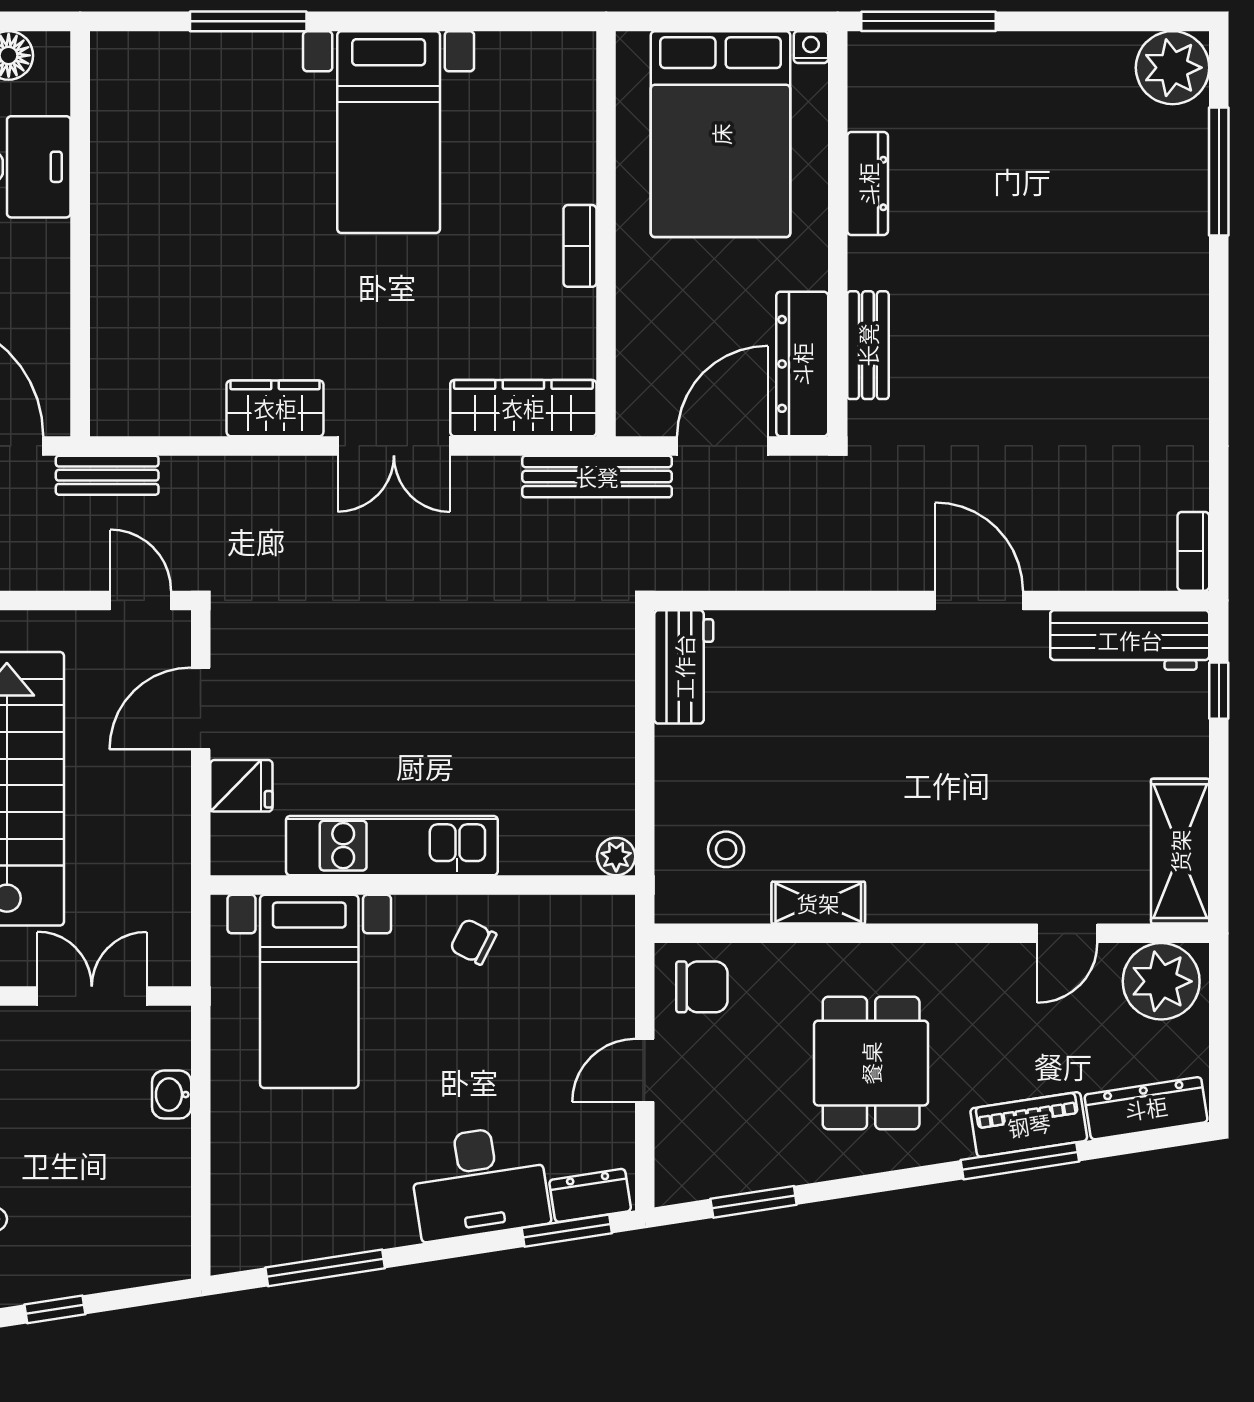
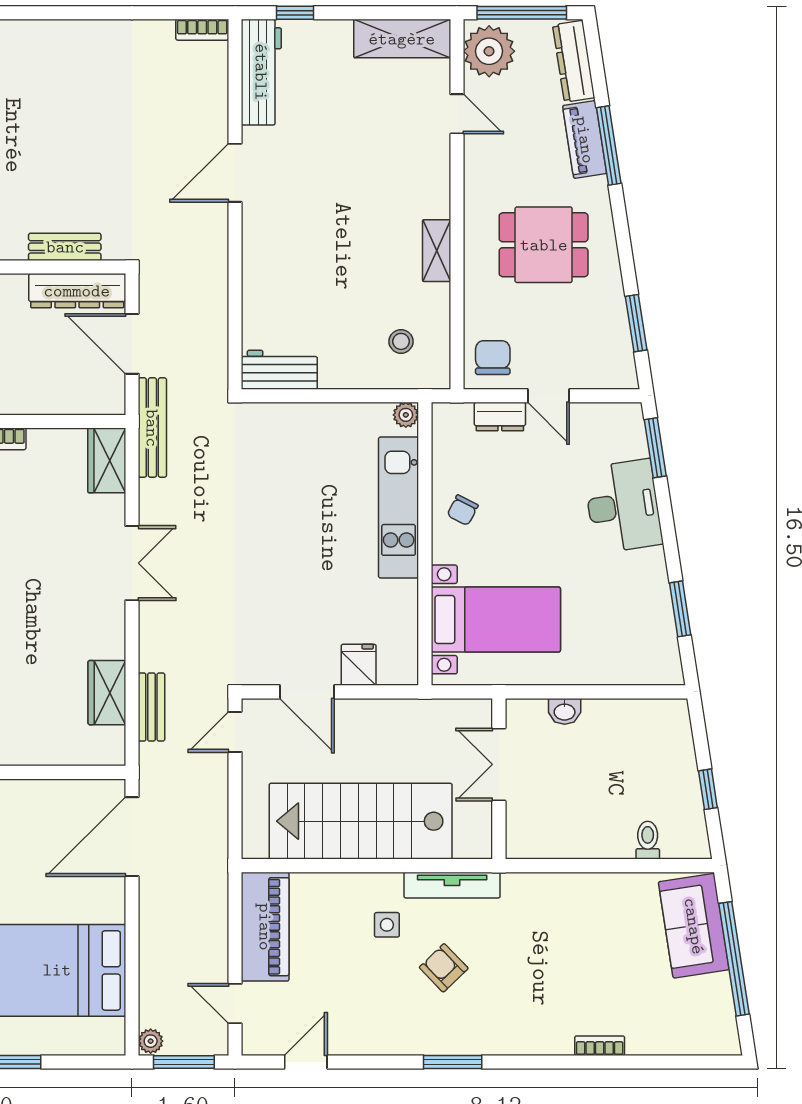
wardrobe: (275, 408) -> (107, 693), moved
wardrobe: (523, 408) -> (107, 460), width x0.67
bench: (107, 475) -> (151, 707), moved
kitchen unit: (392, 846) -> (399, 508), moved
shelving: (818, 903) -> (437, 251), moved
window: (1219, 1030) -> (522, 13), added
dresser: (590, 1195) -> (500, 417), moved, turned -81
window: (325, 1268) -> (680, 609), width x0.69

